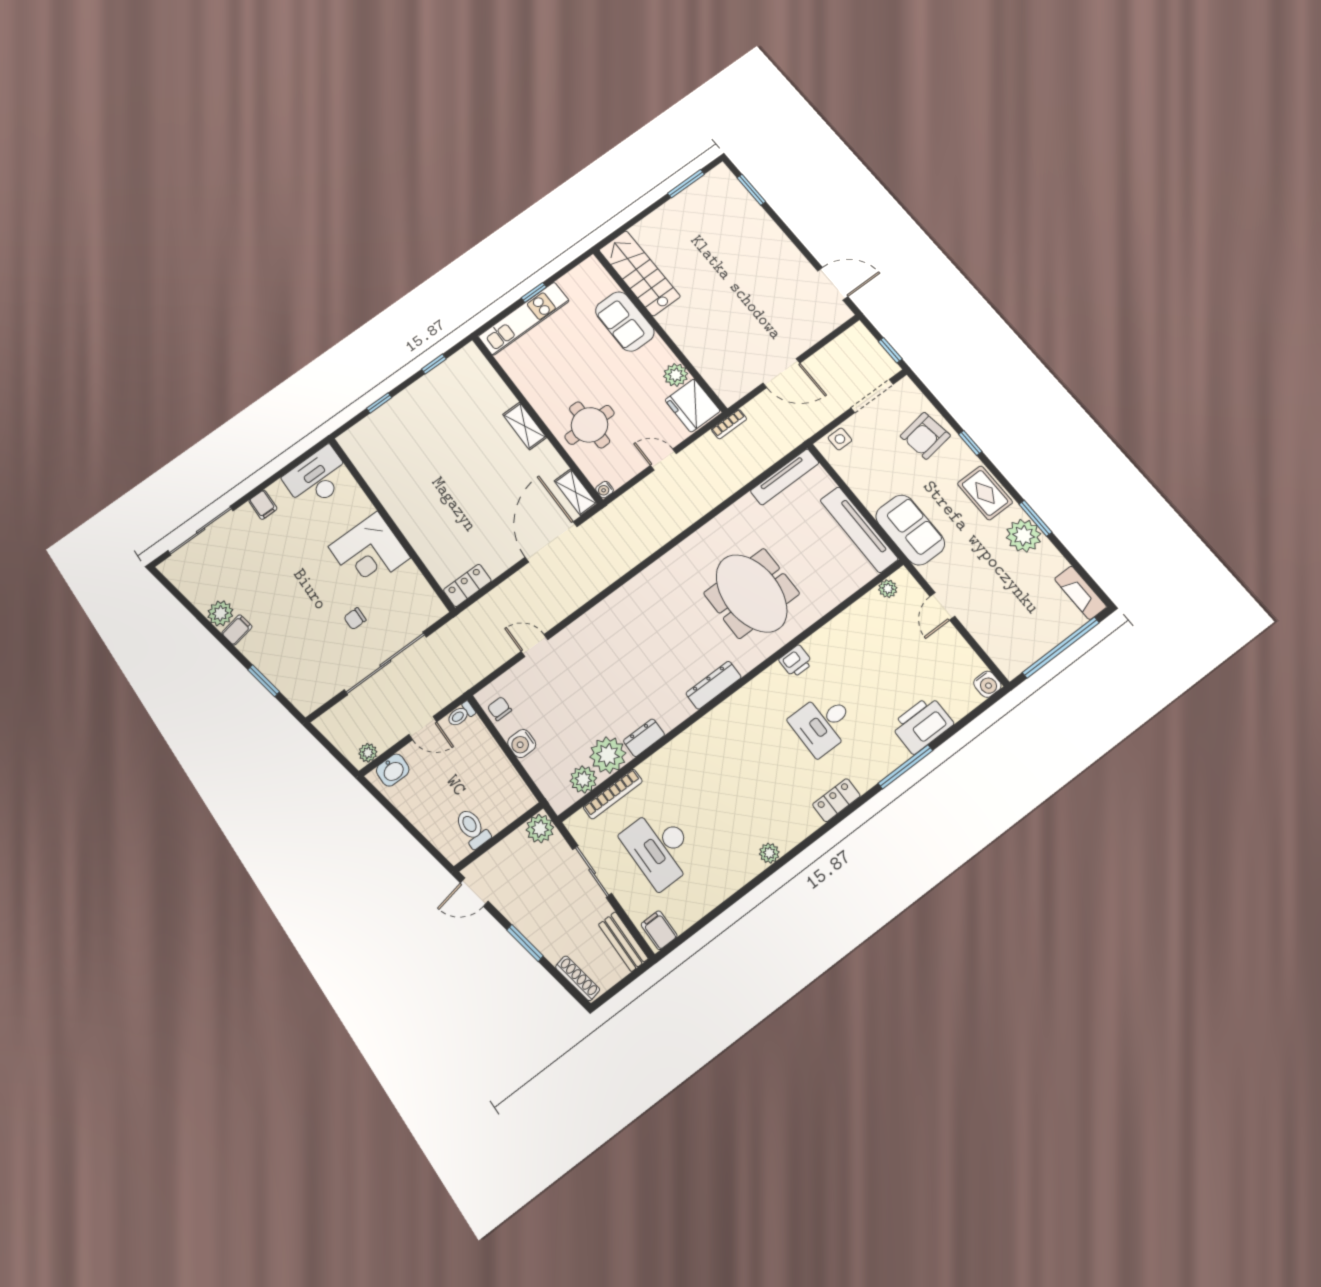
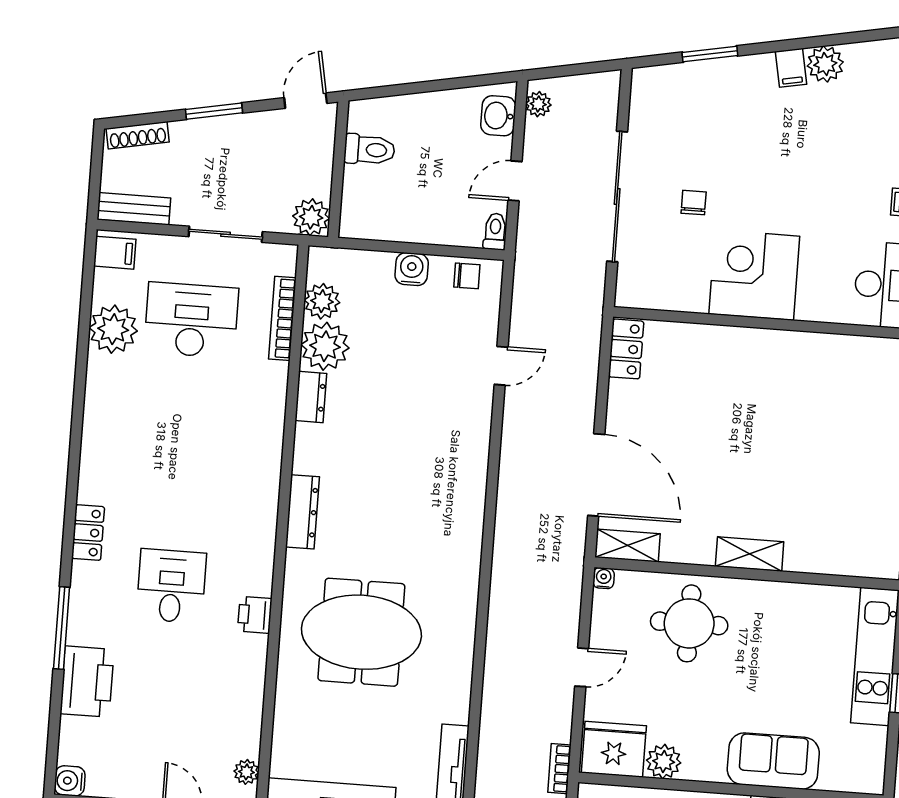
plant: (769, 853) -> (113, 329), moved, width x1.88, depth x1.88

